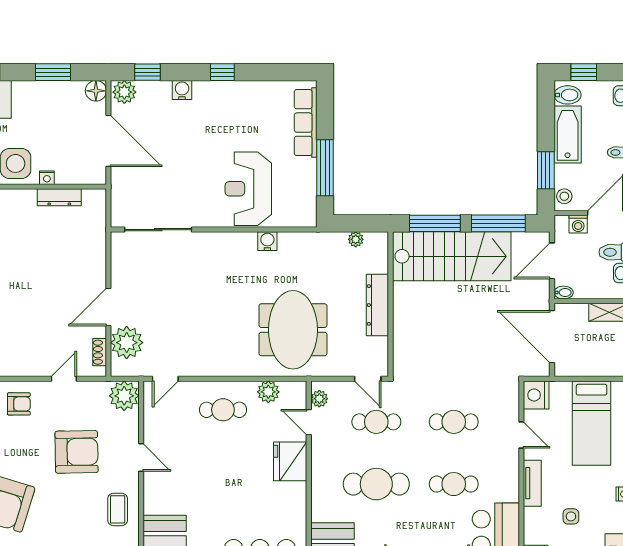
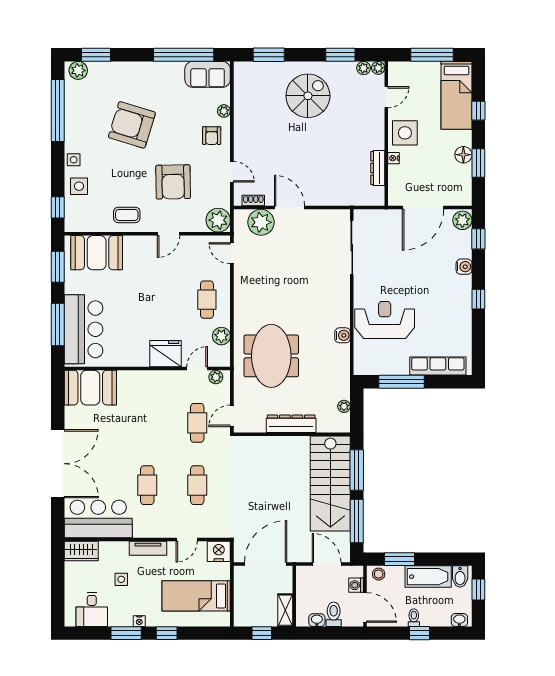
floor lamp: (96, 91) -> (463, 155), moved
bidet: (564, 293) -> (301, 573), removed
meeting table: (293, 330) -> (271, 356), turned 90
cafe table: (376, 484) -> (147, 423), removed

